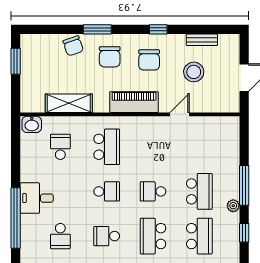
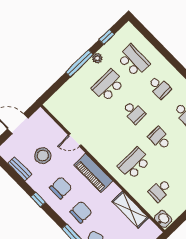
school desk: (153, 236) -> (159, 87), width x0.54
school desk: (199, 236) -> (133, 61), turned 90

